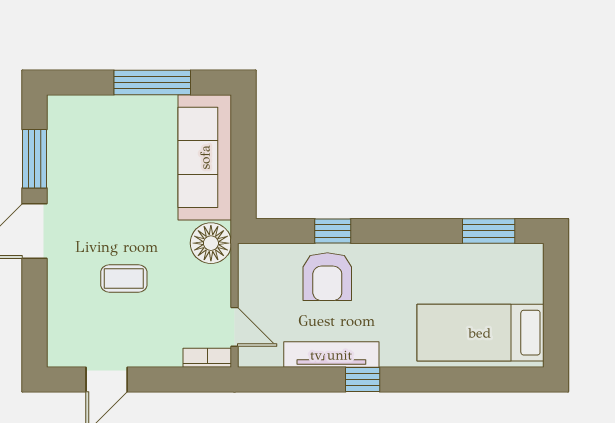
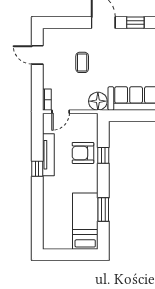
window: (34, 159) -> (135, 23), width x0.67
window: (489, 231) -> (103, 210), moved
bed: (480, 333) -> (85, 221), moved

